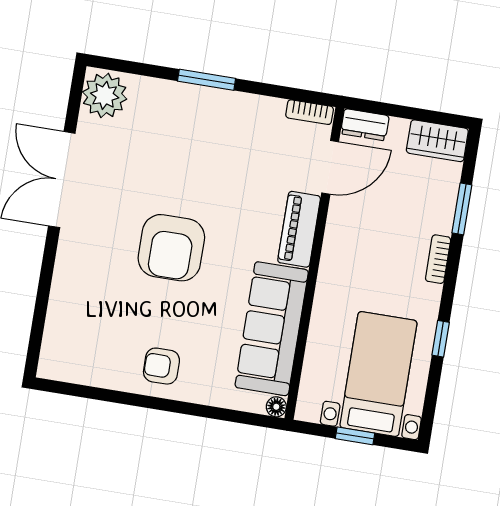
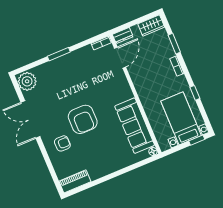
piano: (299, 229) -> (75, 181), moved, turned 90
armchair: (161, 366) -> (62, 143), moved, turned 180
window: (355, 436) -> (197, 140), moved

